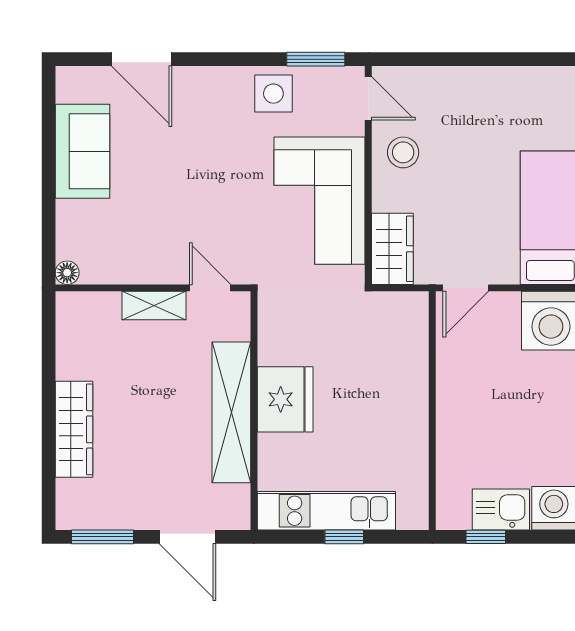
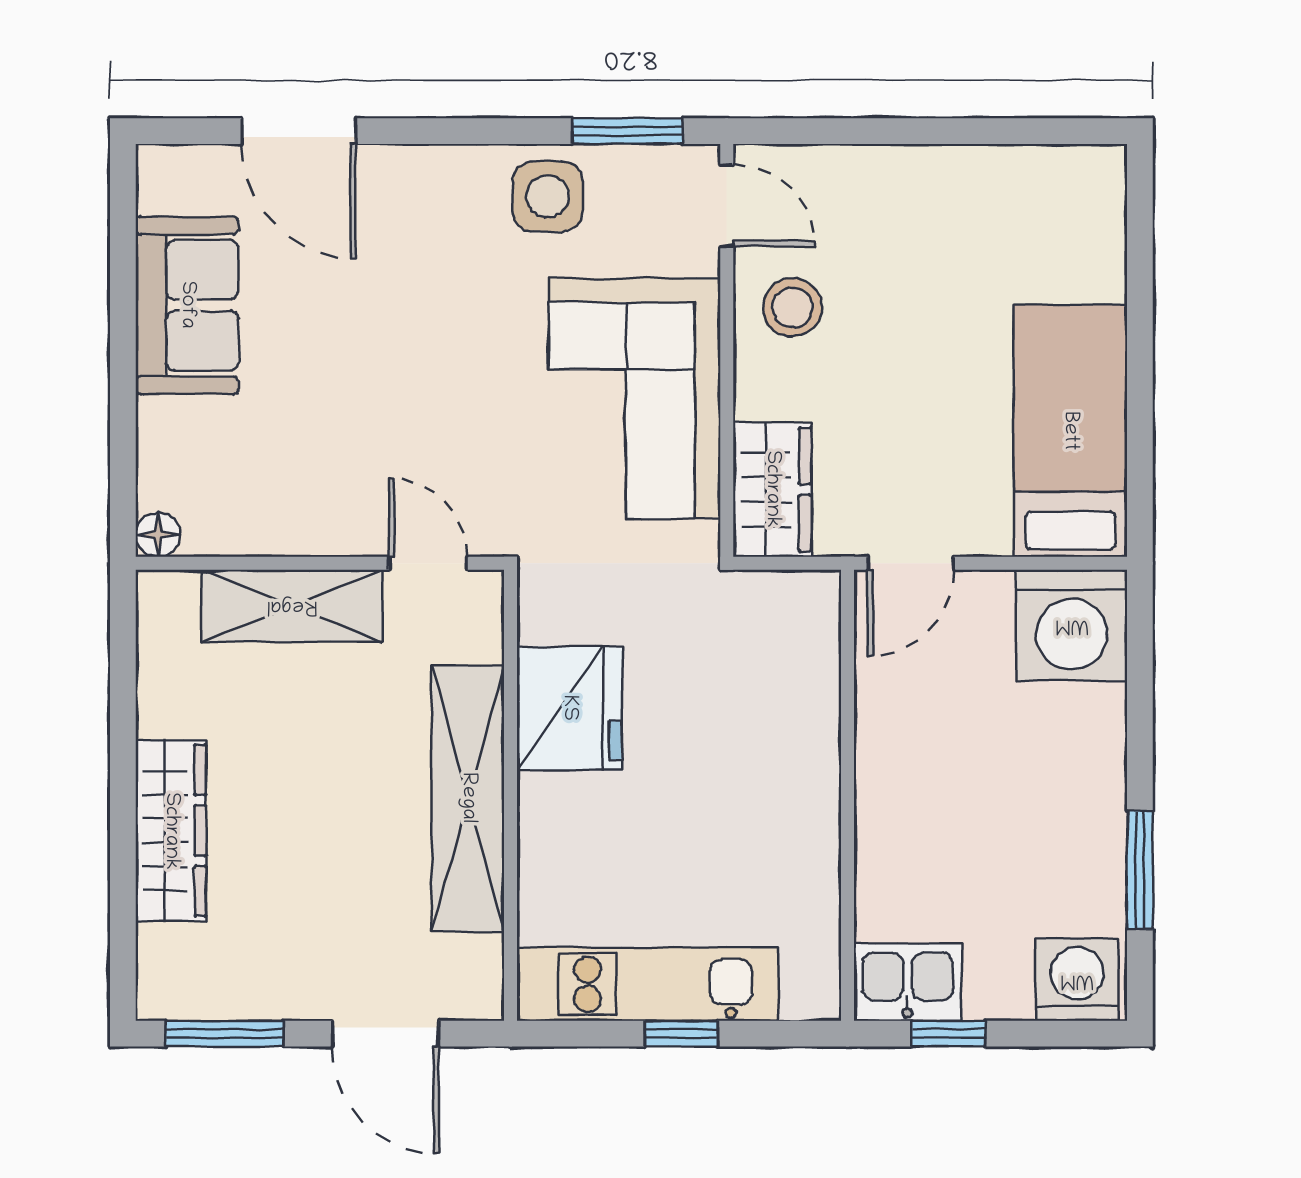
shelving: (154, 306) -> (292, 606), width x1.50, depth x1.33
fridge: (285, 399) -> (569, 708), moved
kitchen sink: (501, 510) -> (908, 982), moved

